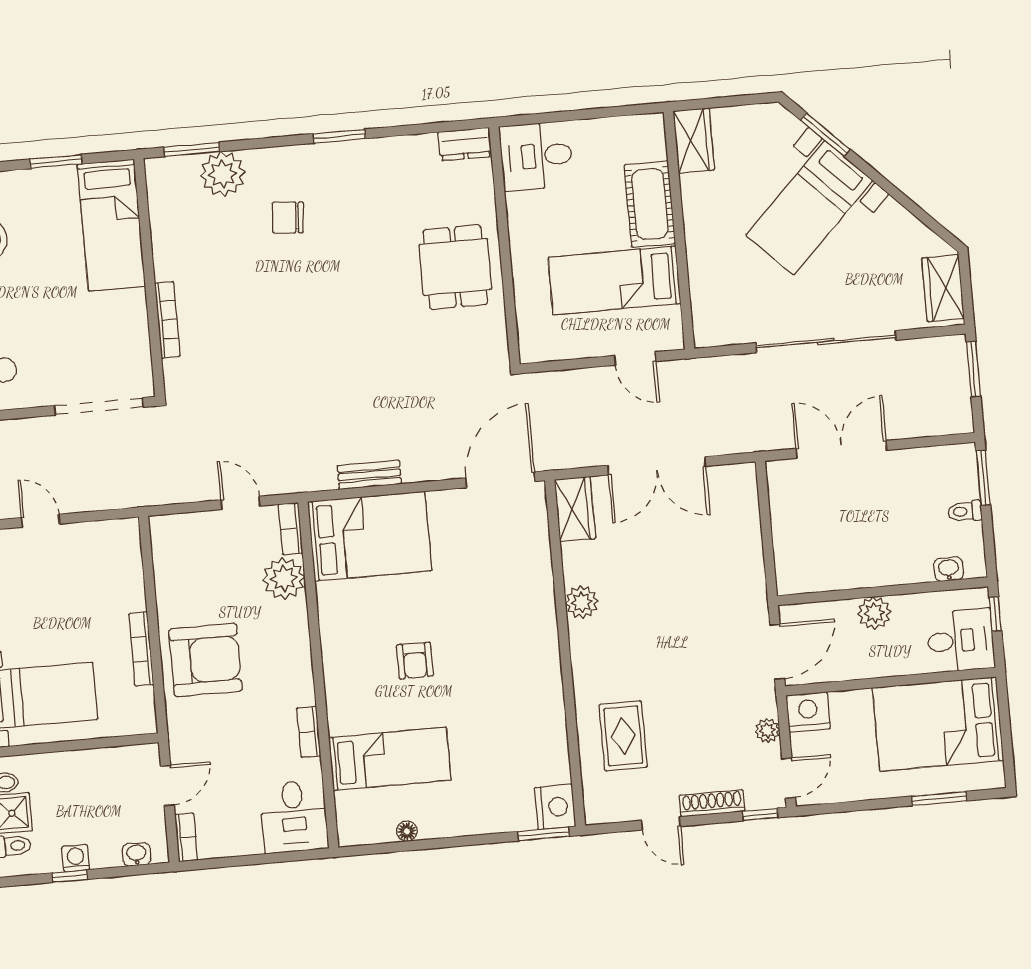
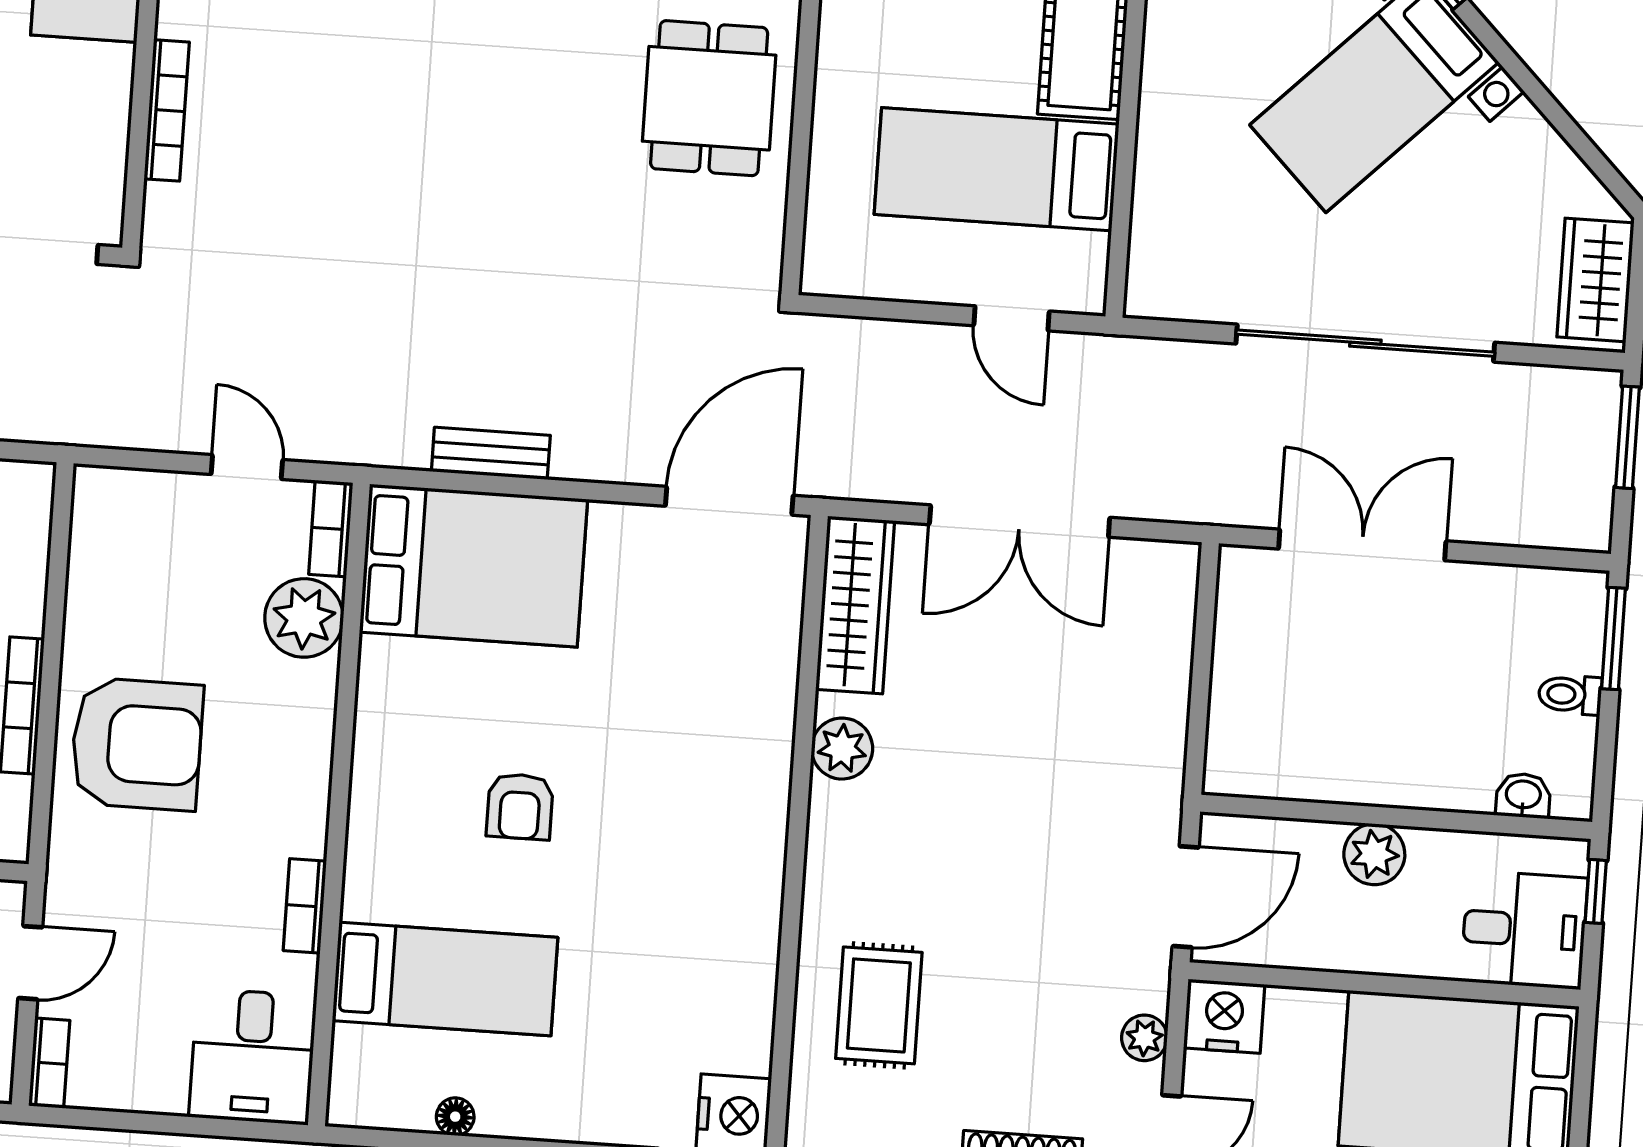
wardrobe: (575, 509) -> (855, 605), width x1.50

